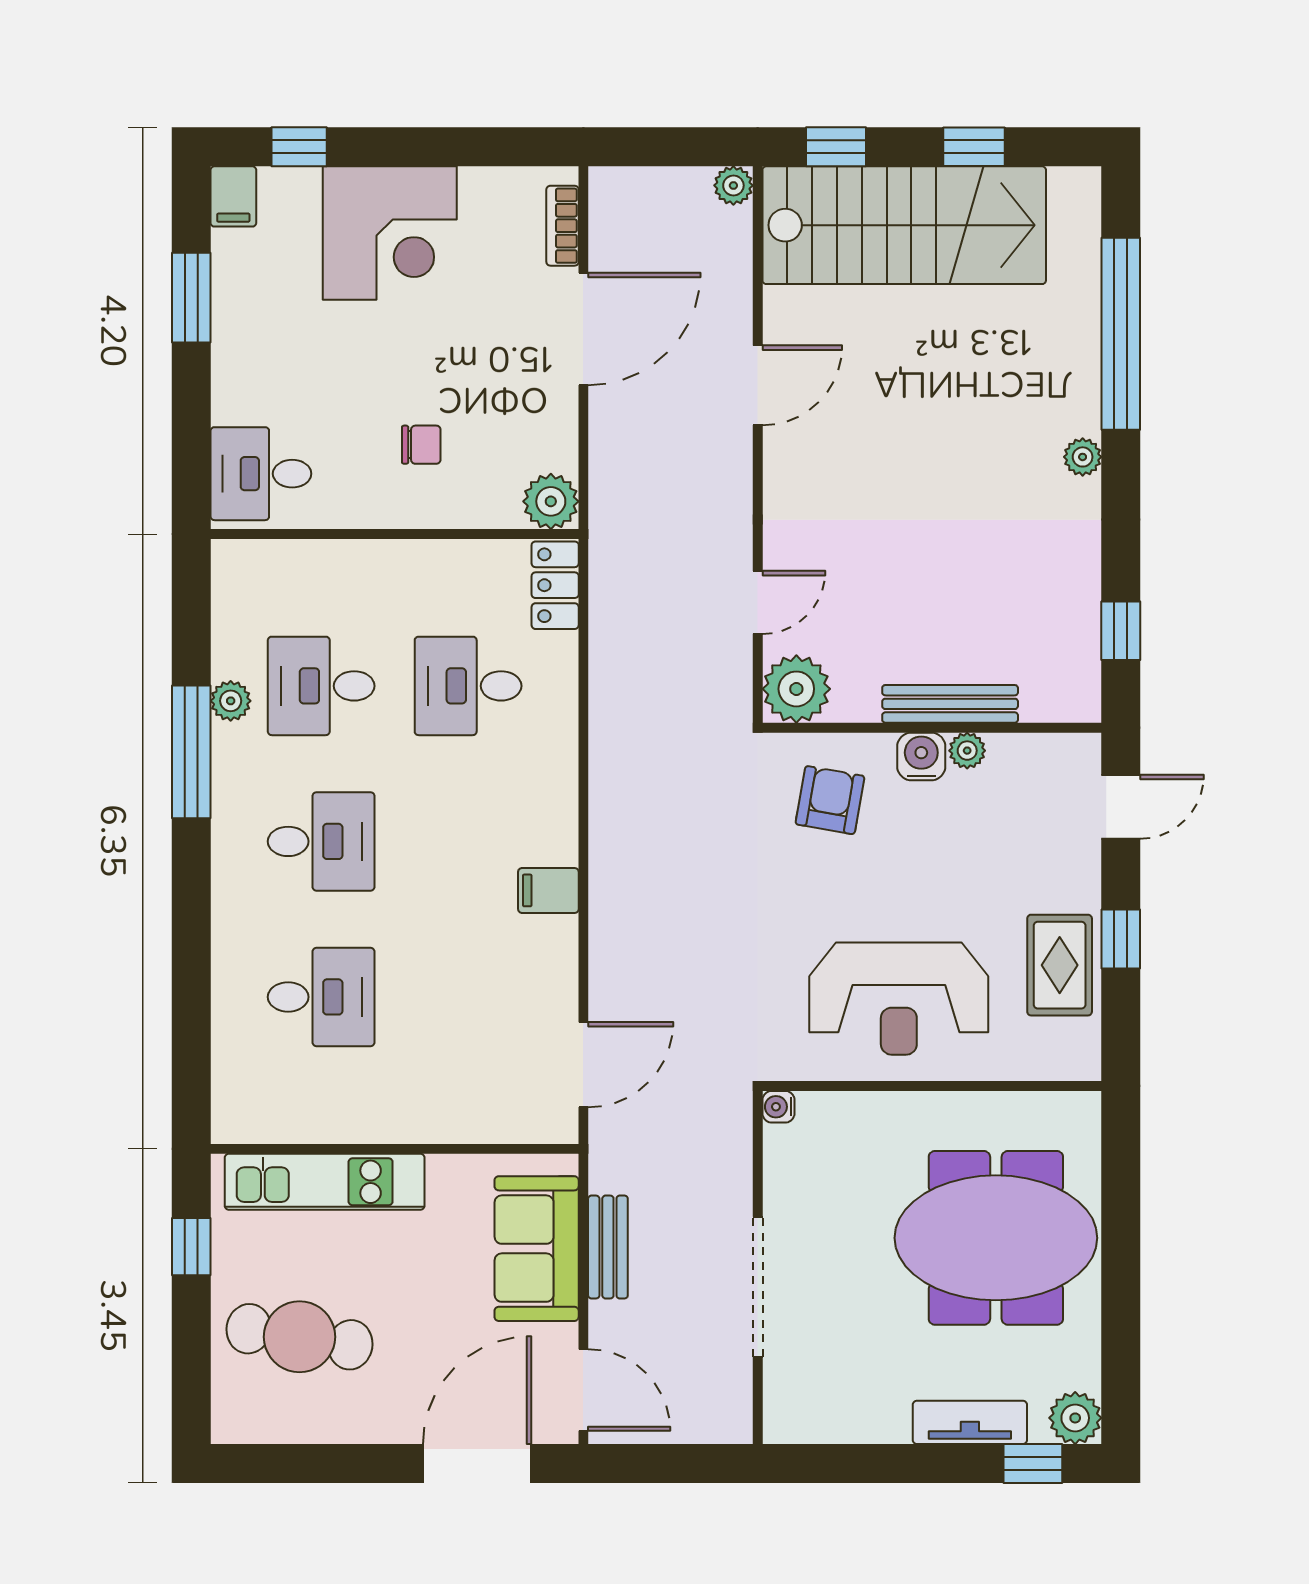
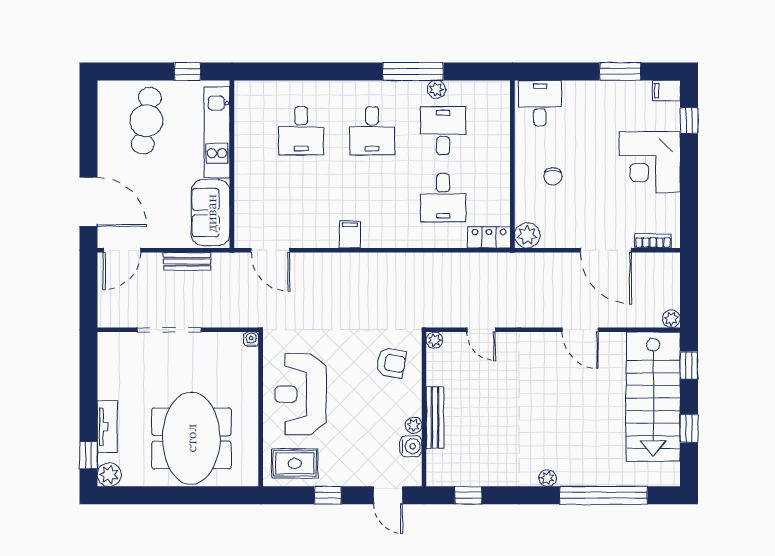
desk: (468, 686) -> (443, 198), turned 180
plant: (796, 689) -> (434, 340), width x0.53, depth x0.53
water cooler: (921, 756) -> (411, 446), moved
rug: (1060, 965) -> (295, 463), moved
sofa: (537, 1249) -> (211, 213), moved, turned -90

